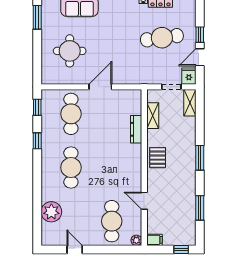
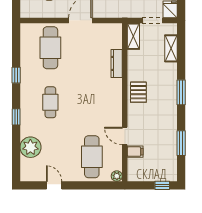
shelving: (190, 103) -> (171, 48), moved
window: (37, 107) -> (16, 117), moved
shelving: (153, 116) -> (133, 36), moved
cafe table: (71, 168) -> (50, 102), width x0.73, depth x0.74
filing cabinet: (154, 240) -> (135, 152), moved

